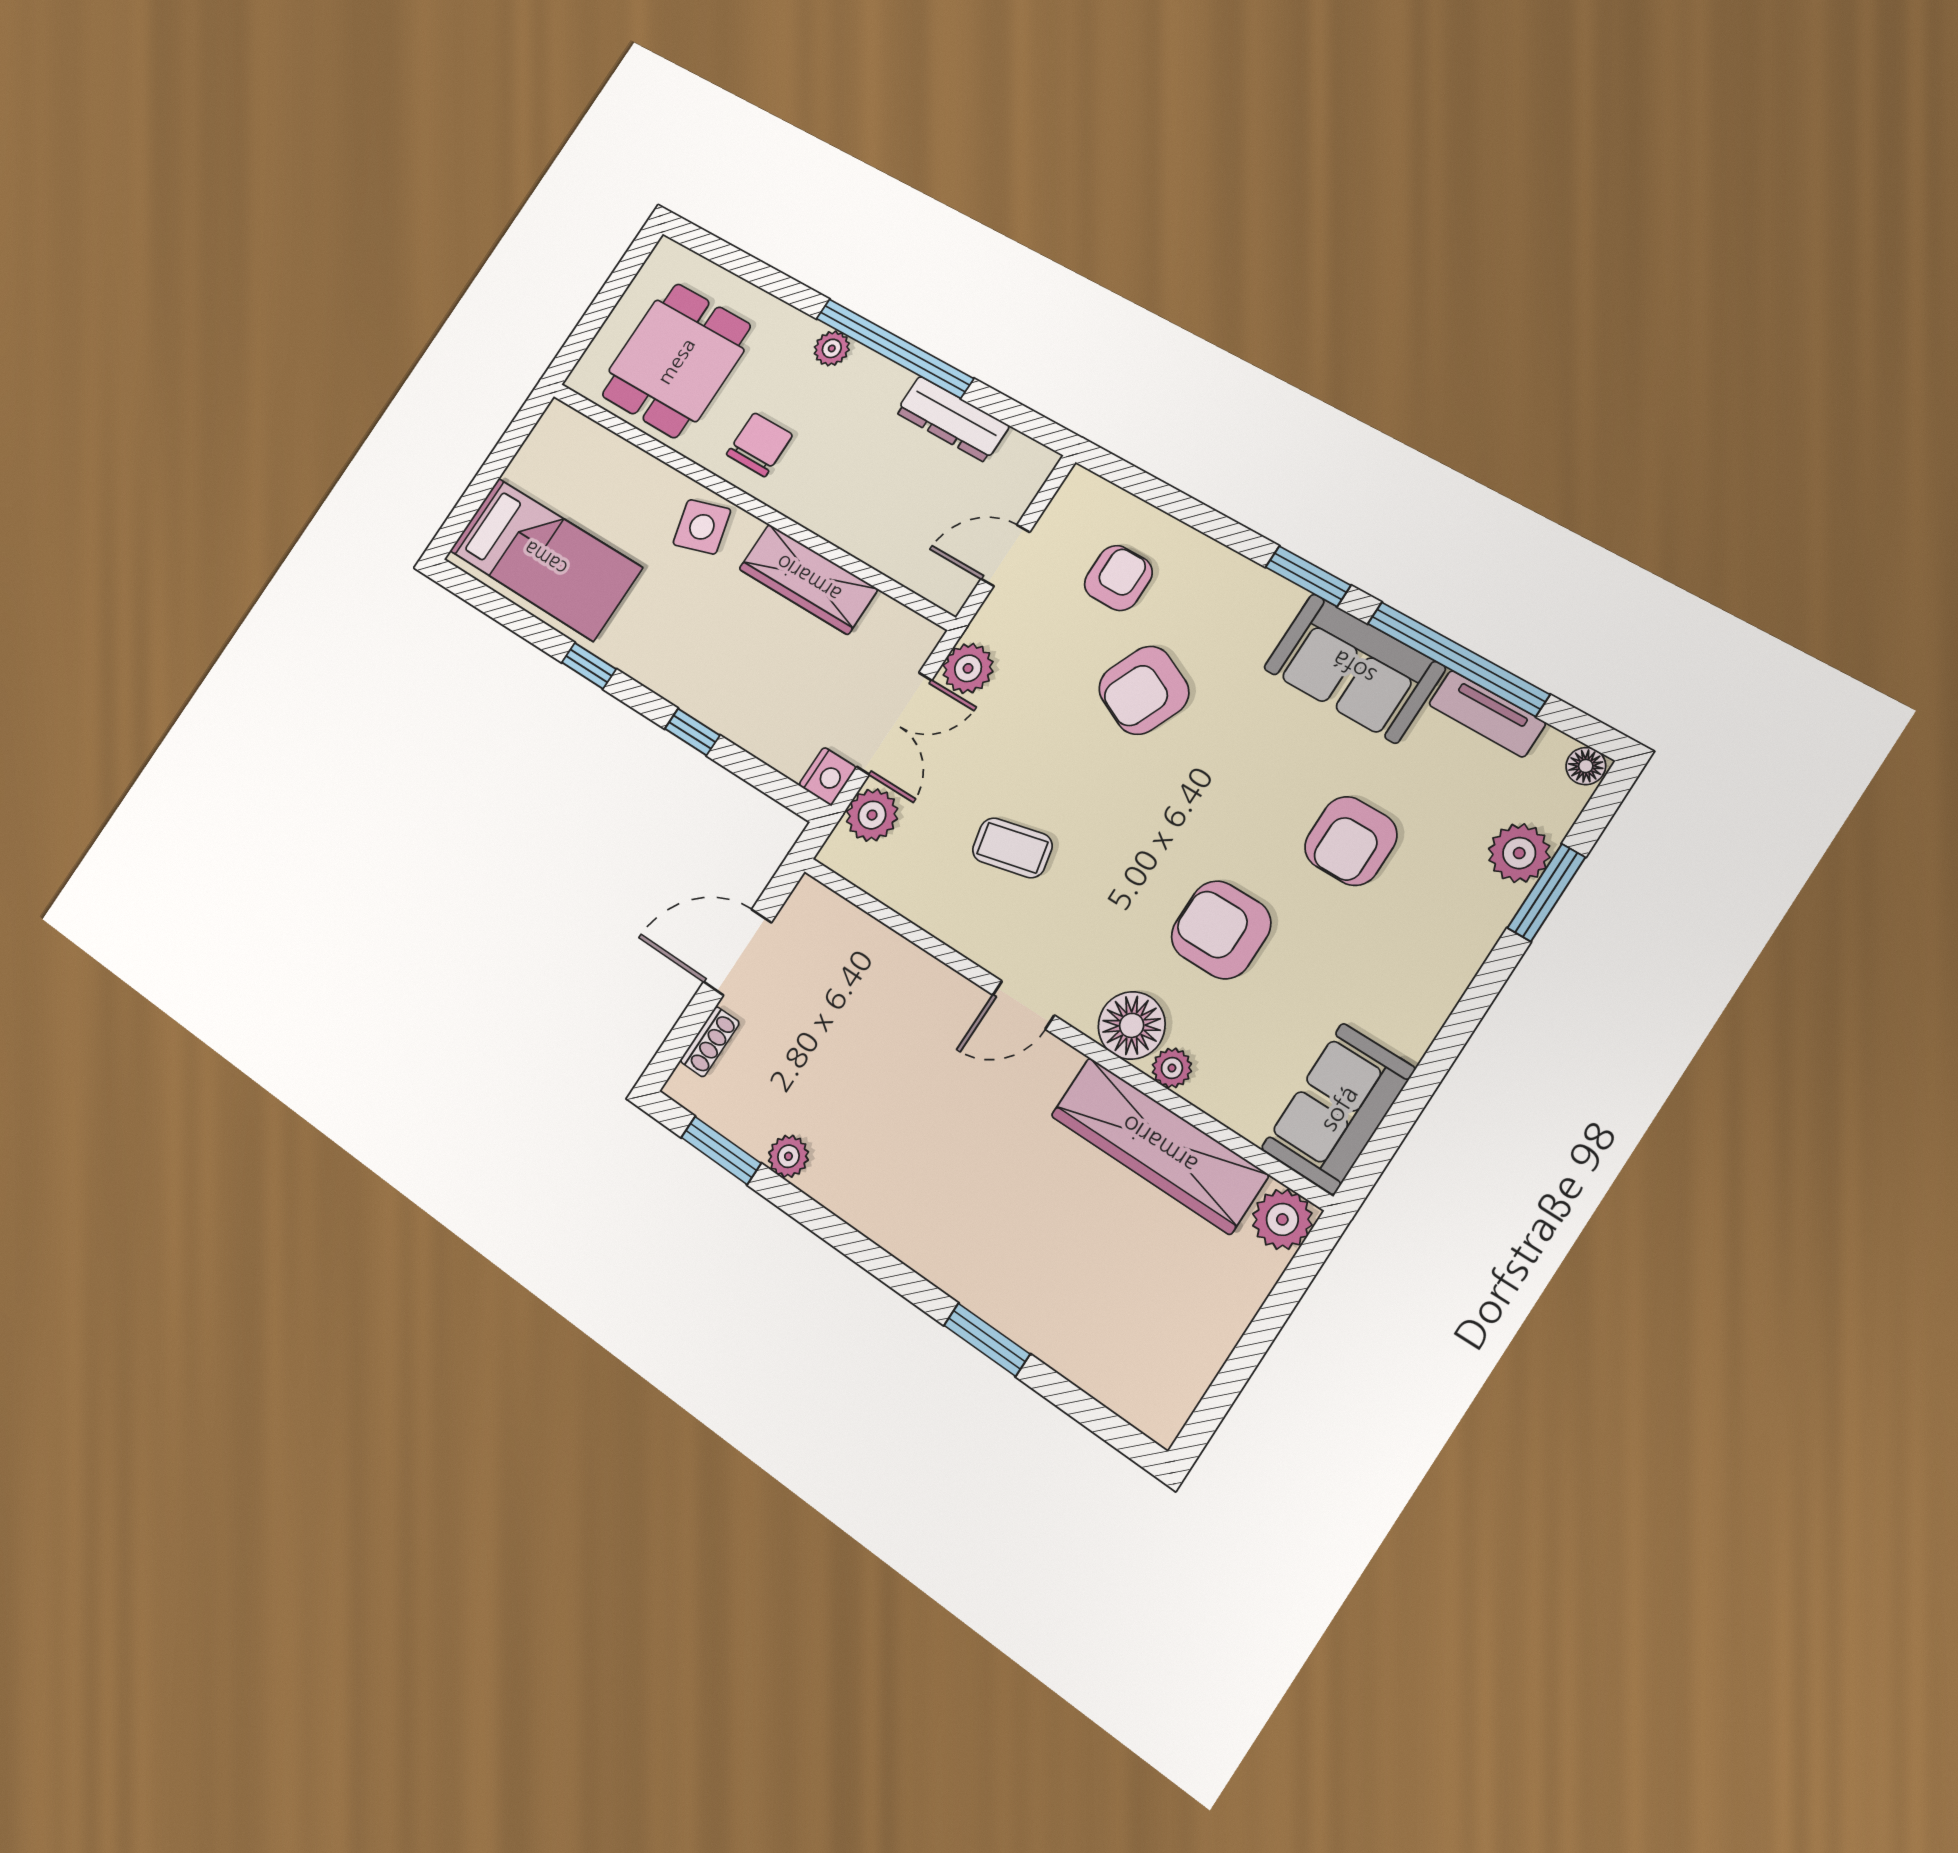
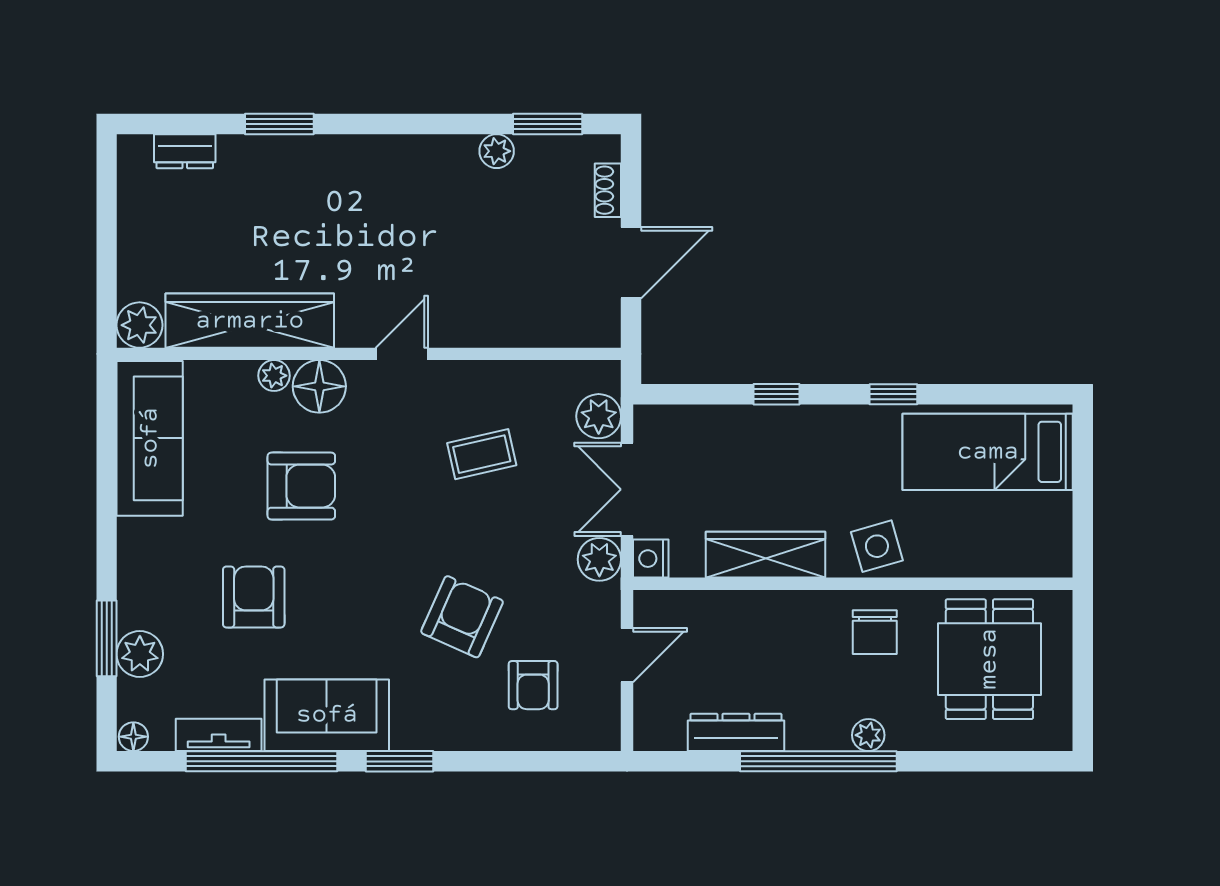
nightstand: (828, 776) -> (651, 559), moved
sofa: (1338, 1108) -> (150, 438), width x1.36
dresser: (1107, 1380) -> (185, 151), added

